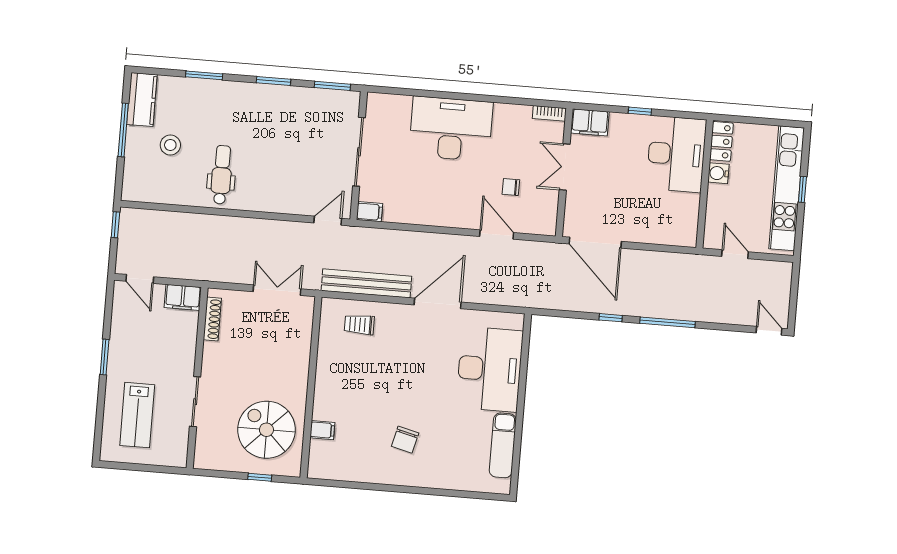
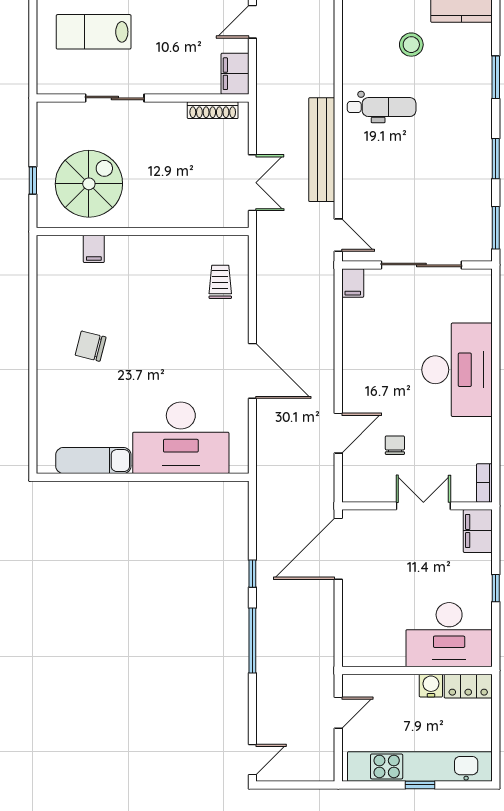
bench: (366, 283) -> (322, 150), moved

